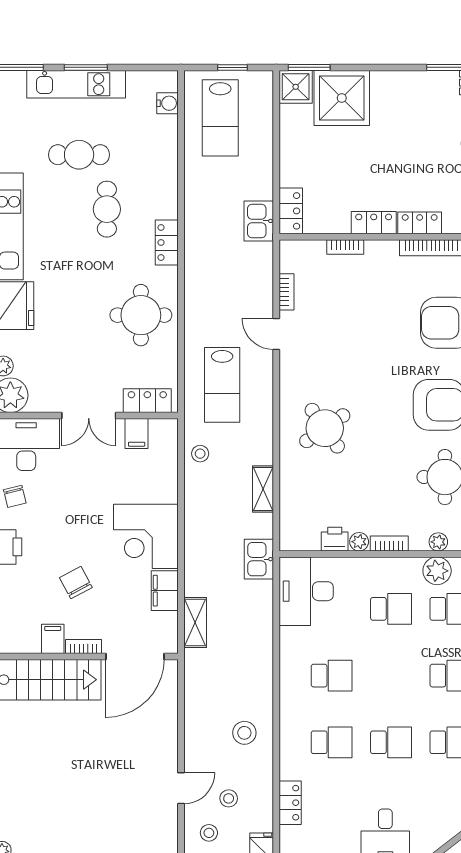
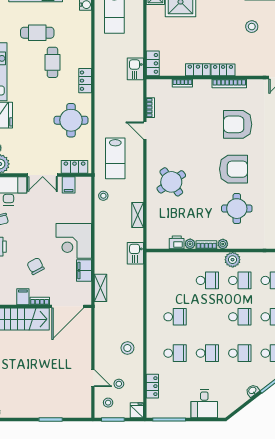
plant: (438, 542) -> (223, 244), moved
desk: (306, 591) -> (161, 271), removed
door: (181, 788) -> (93, 378), hinge flipped

